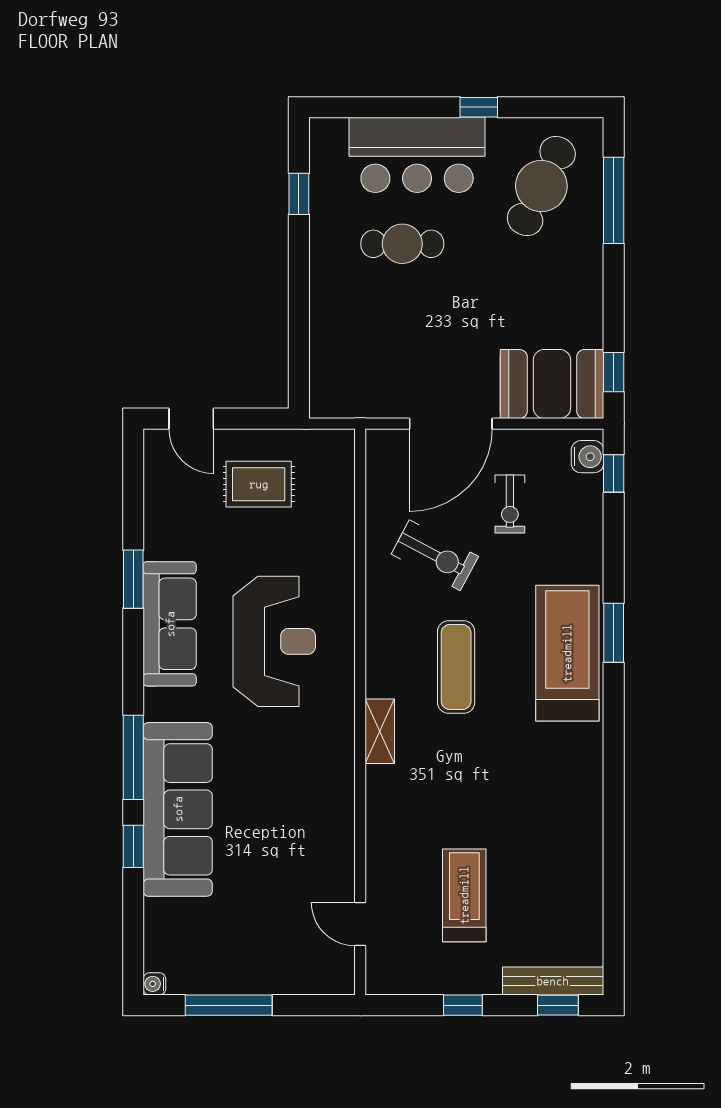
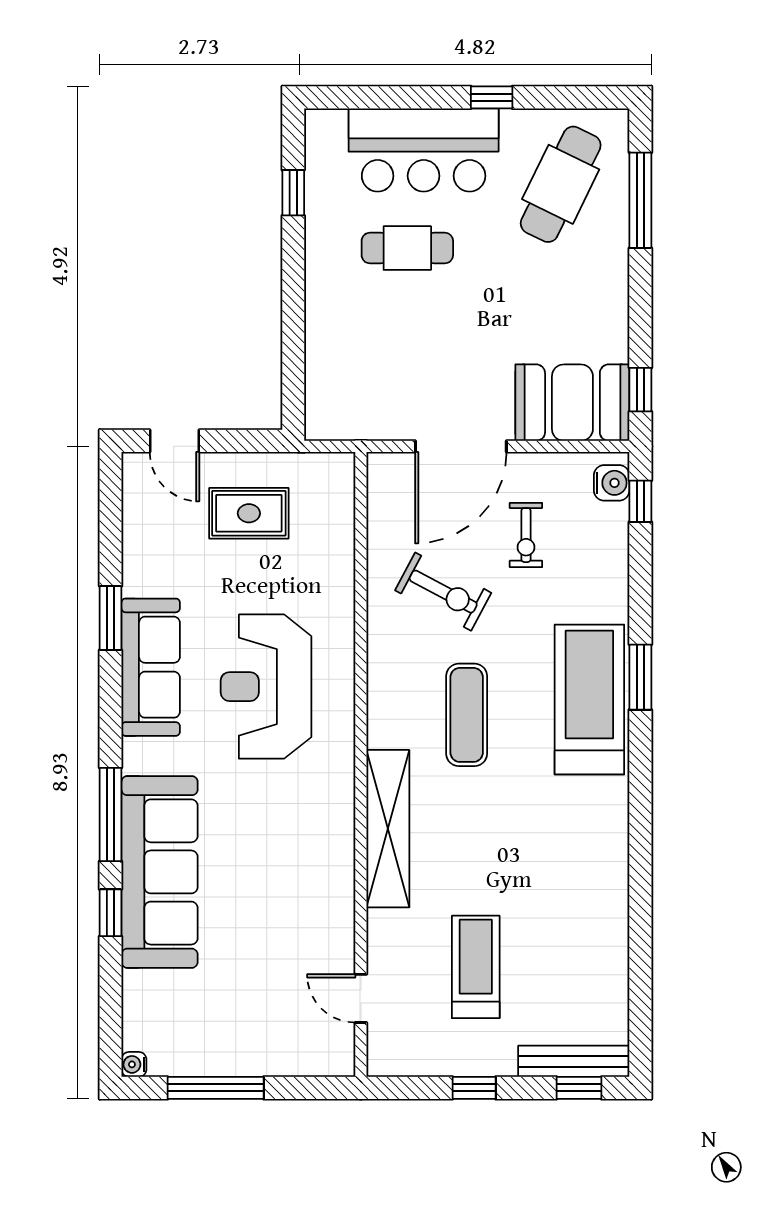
reception desk: (274, 641) -> (266, 687), turned 180
shelving: (380, 731) -> (388, 829), width x2.20, depth x1.33

